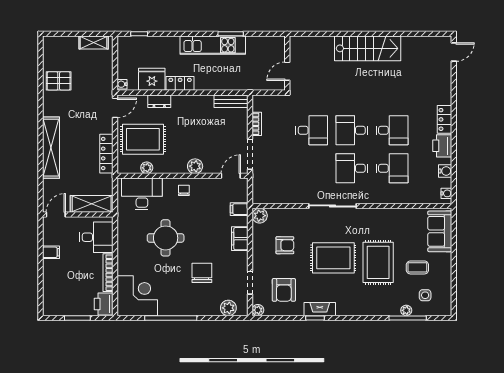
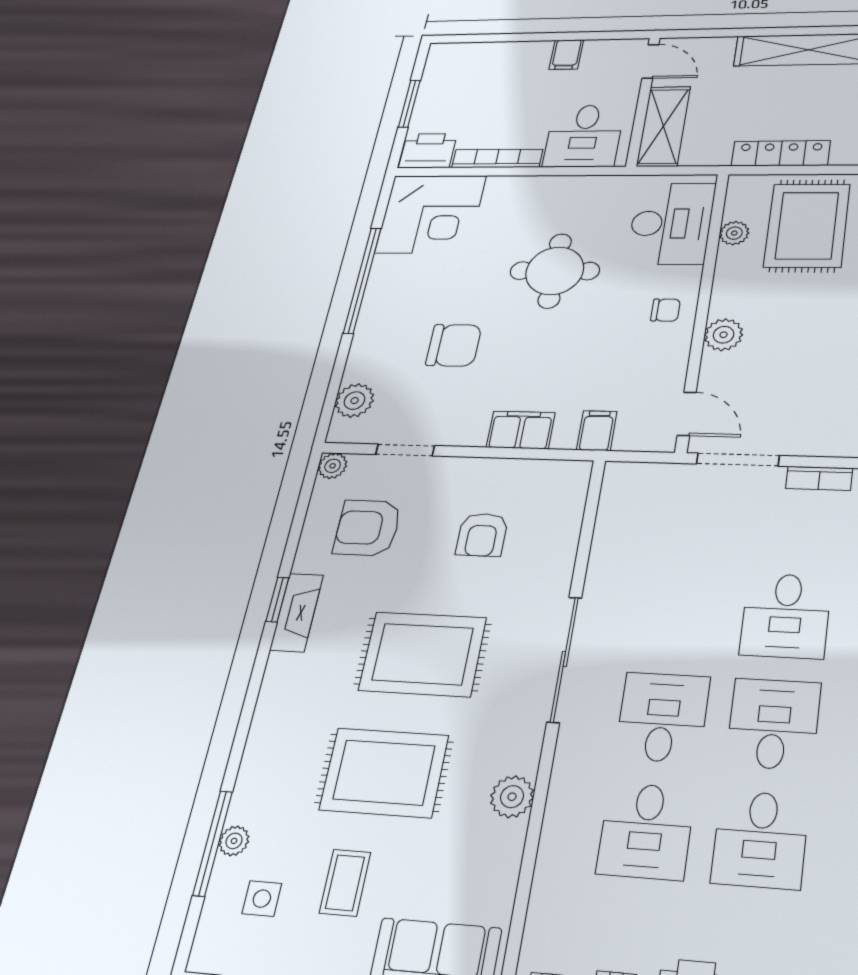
plant: (260, 216) -> (512, 797), moved
rug: (333, 258) -> (423, 654), turned 90

